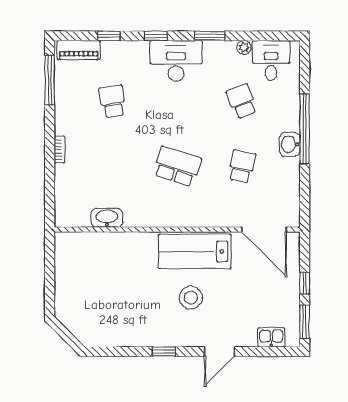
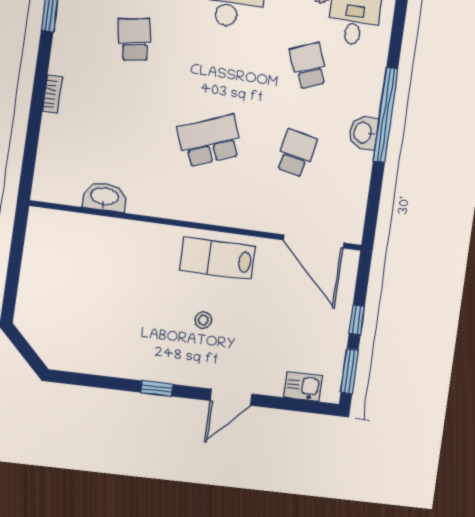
school desk: (177, 166) -> (210, 141), turned -39
lab bench: (195, 251) -> (217, 259), width x0.73, depth x0.72
stool: (191, 298) -> (203, 320), width x0.53, depth x0.53

